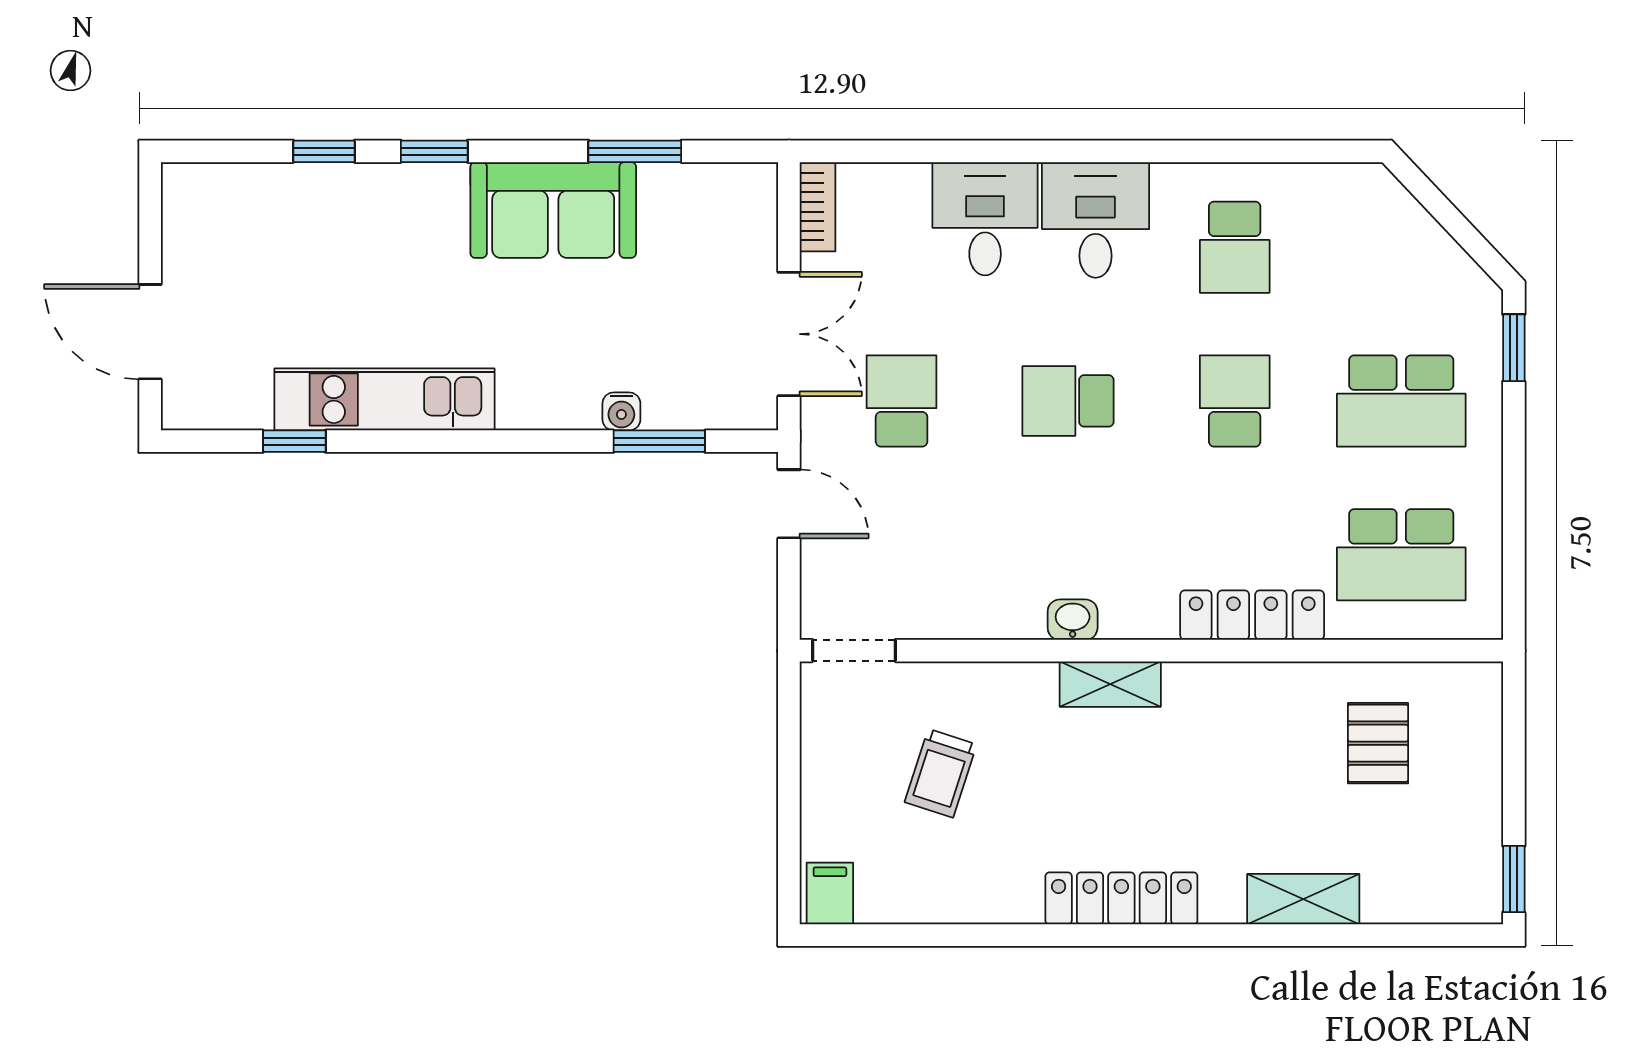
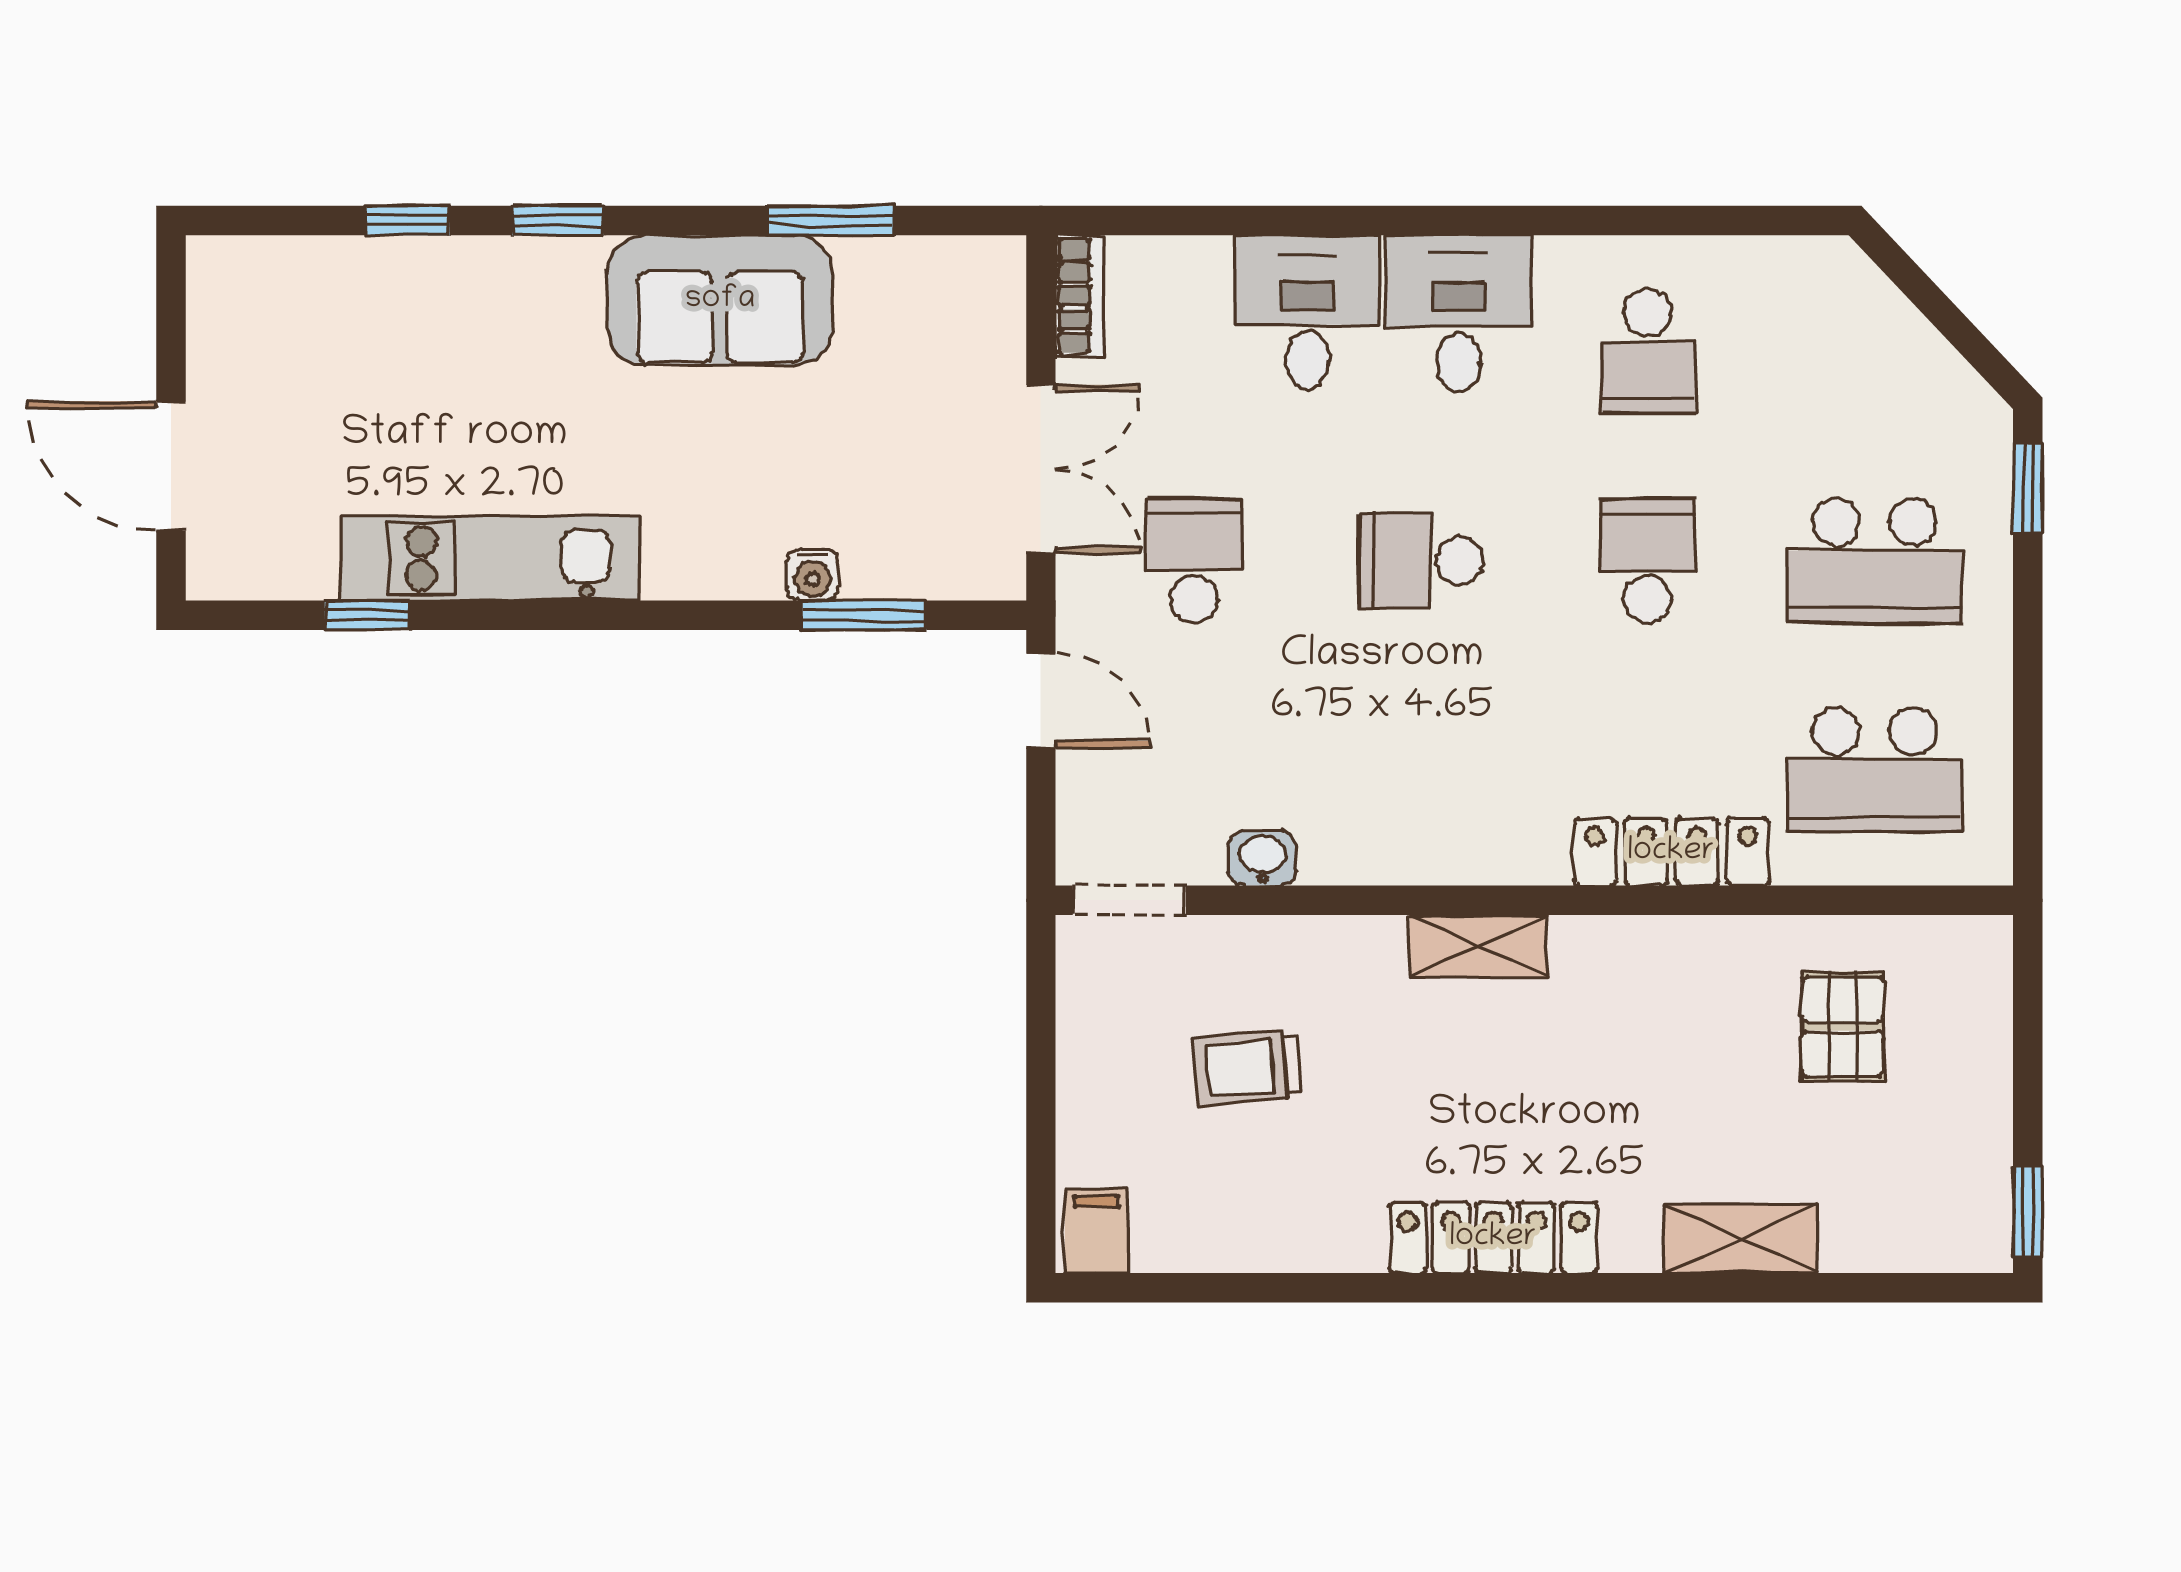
washbasin: (1073, 620) -> (1262, 858), moved
trolley: (941, 773) -> (1247, 1067), turned 67

